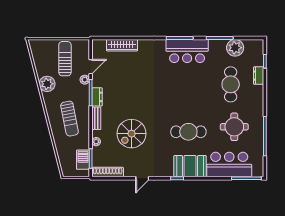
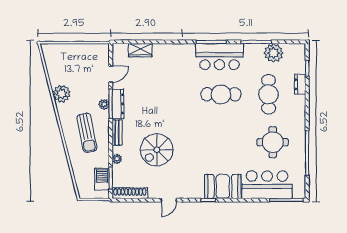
wardrobe: (122, 45) -> (140, 50), width x0.67
sun lounger: (65, 59) -> (82, 65), removed
plant: (85, 80) -> (104, 104), moved
dresser: (97, 97) -> (118, 104), width x1.44
cafe table: (188, 132) -> (221, 94), moved

